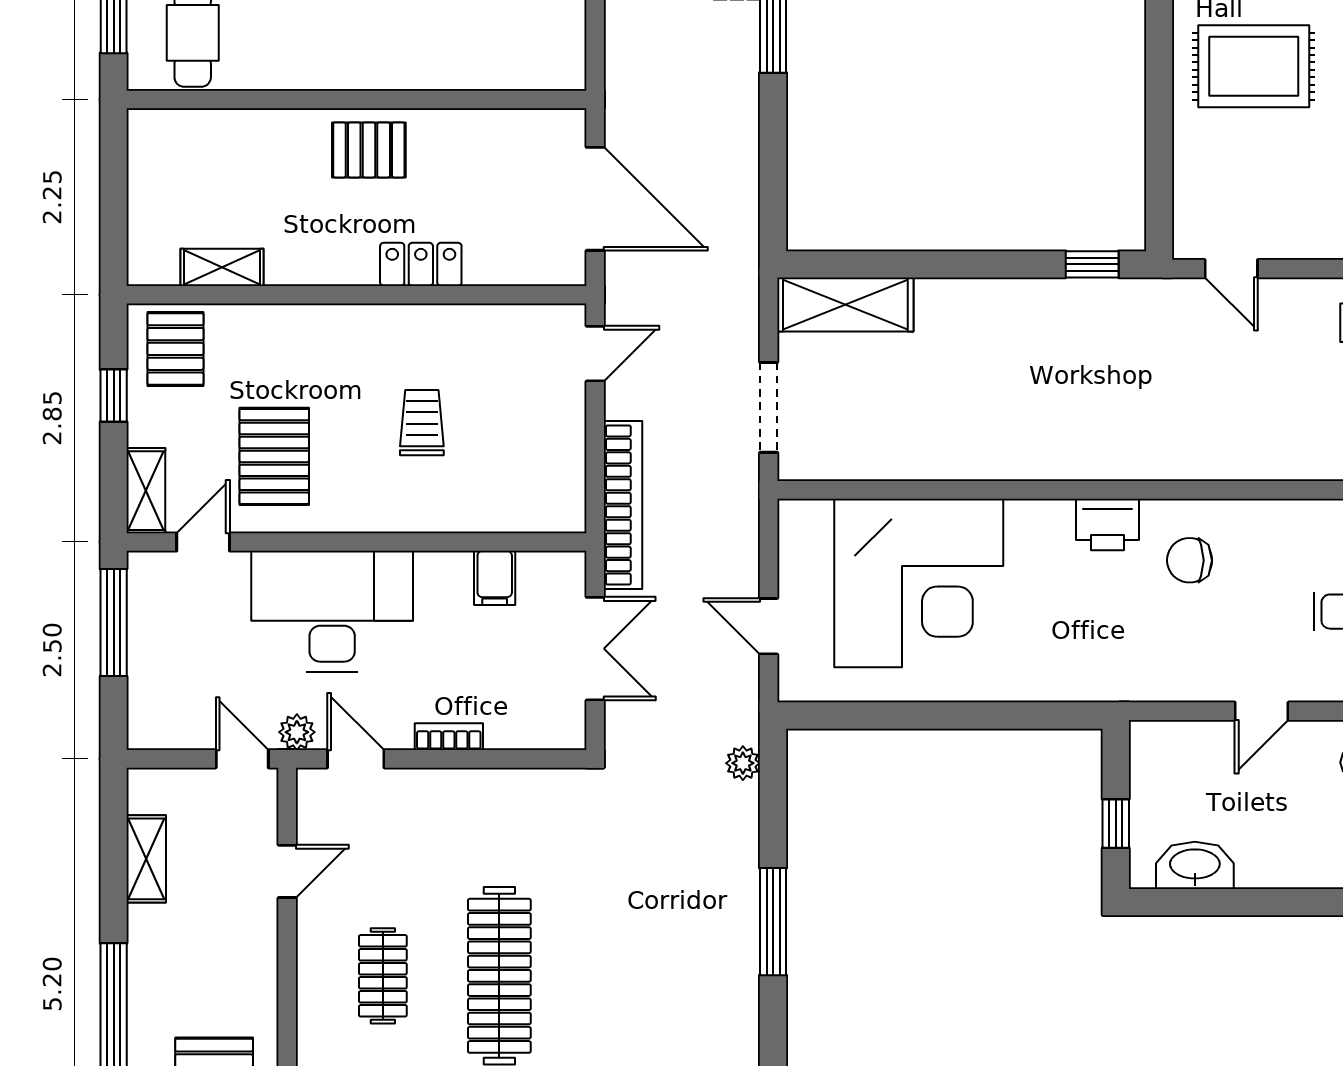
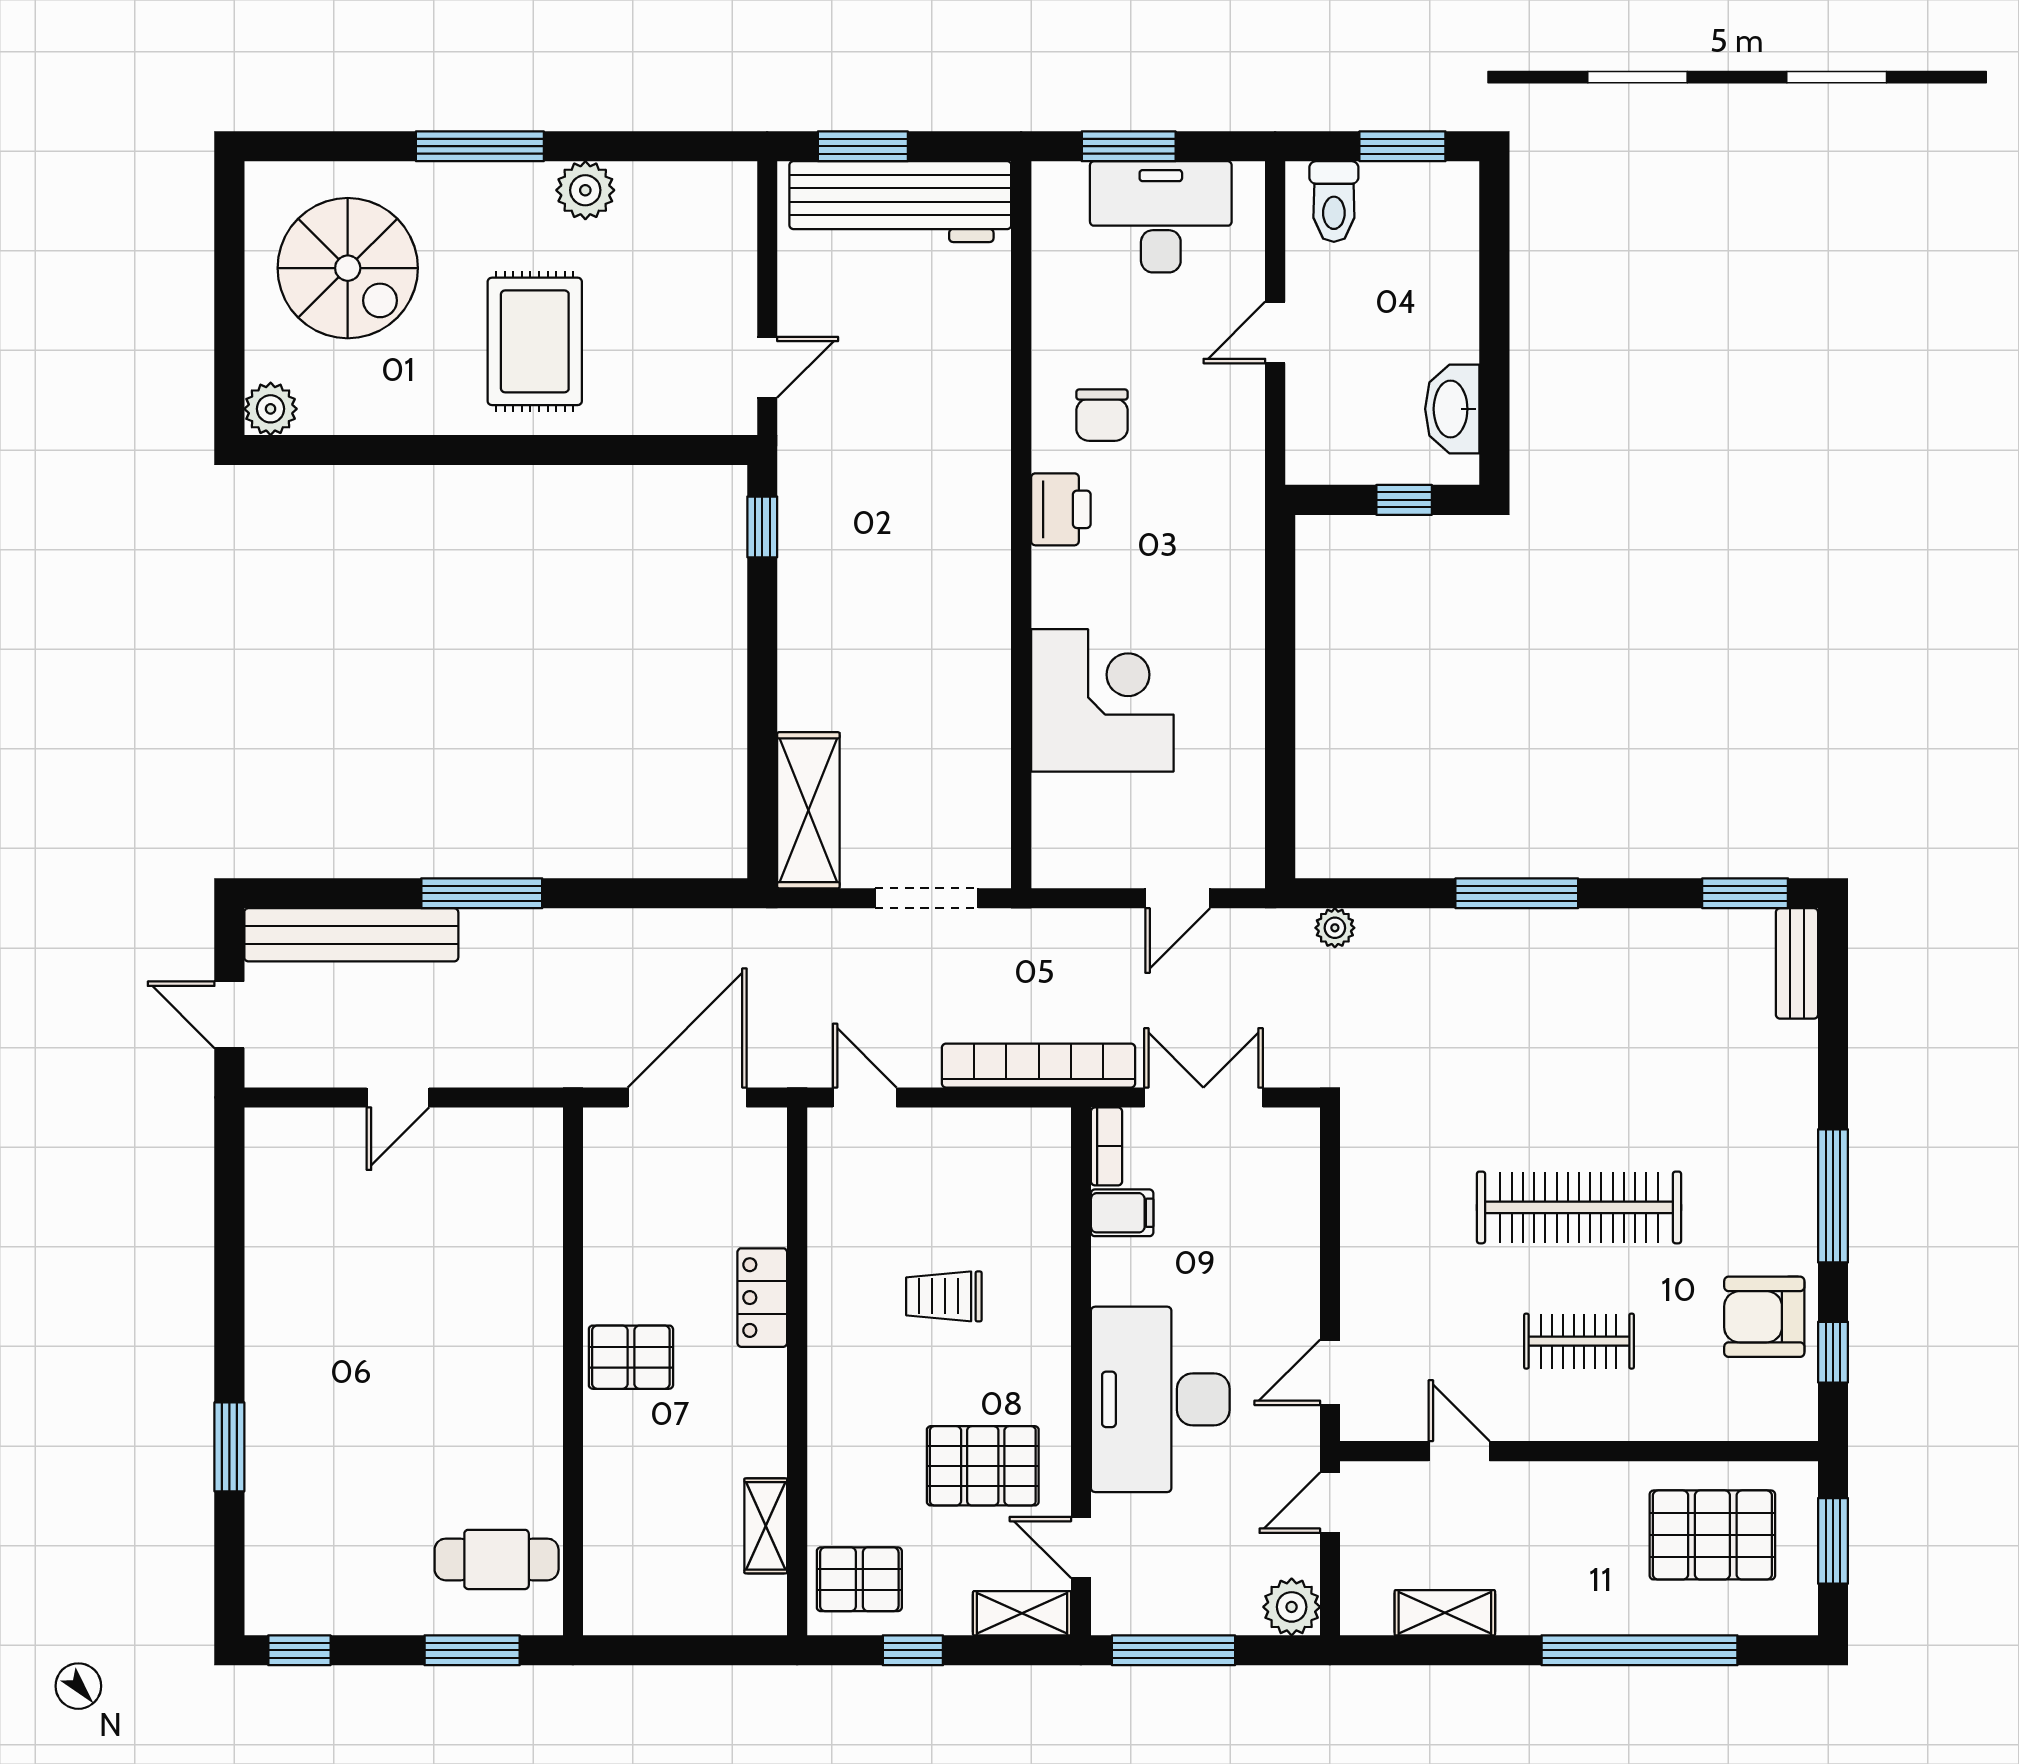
pallet: (369, 150) -> (631, 1357), turned 90
corner desk: (919, 583) -> (1102, 700), width x0.74, depth x0.74
door: (1262, 711) -> (1275, 332), swing flipped
plant: (297, 732) -> (1292, 1607), moved, width x1.38, depth x1.38
bookcase: (449, 737) -> (1107, 1146), moved, turned 180

